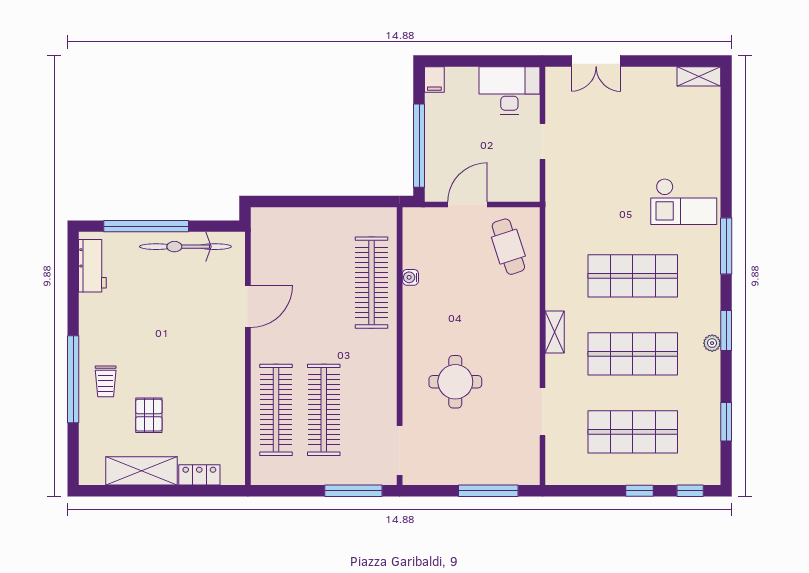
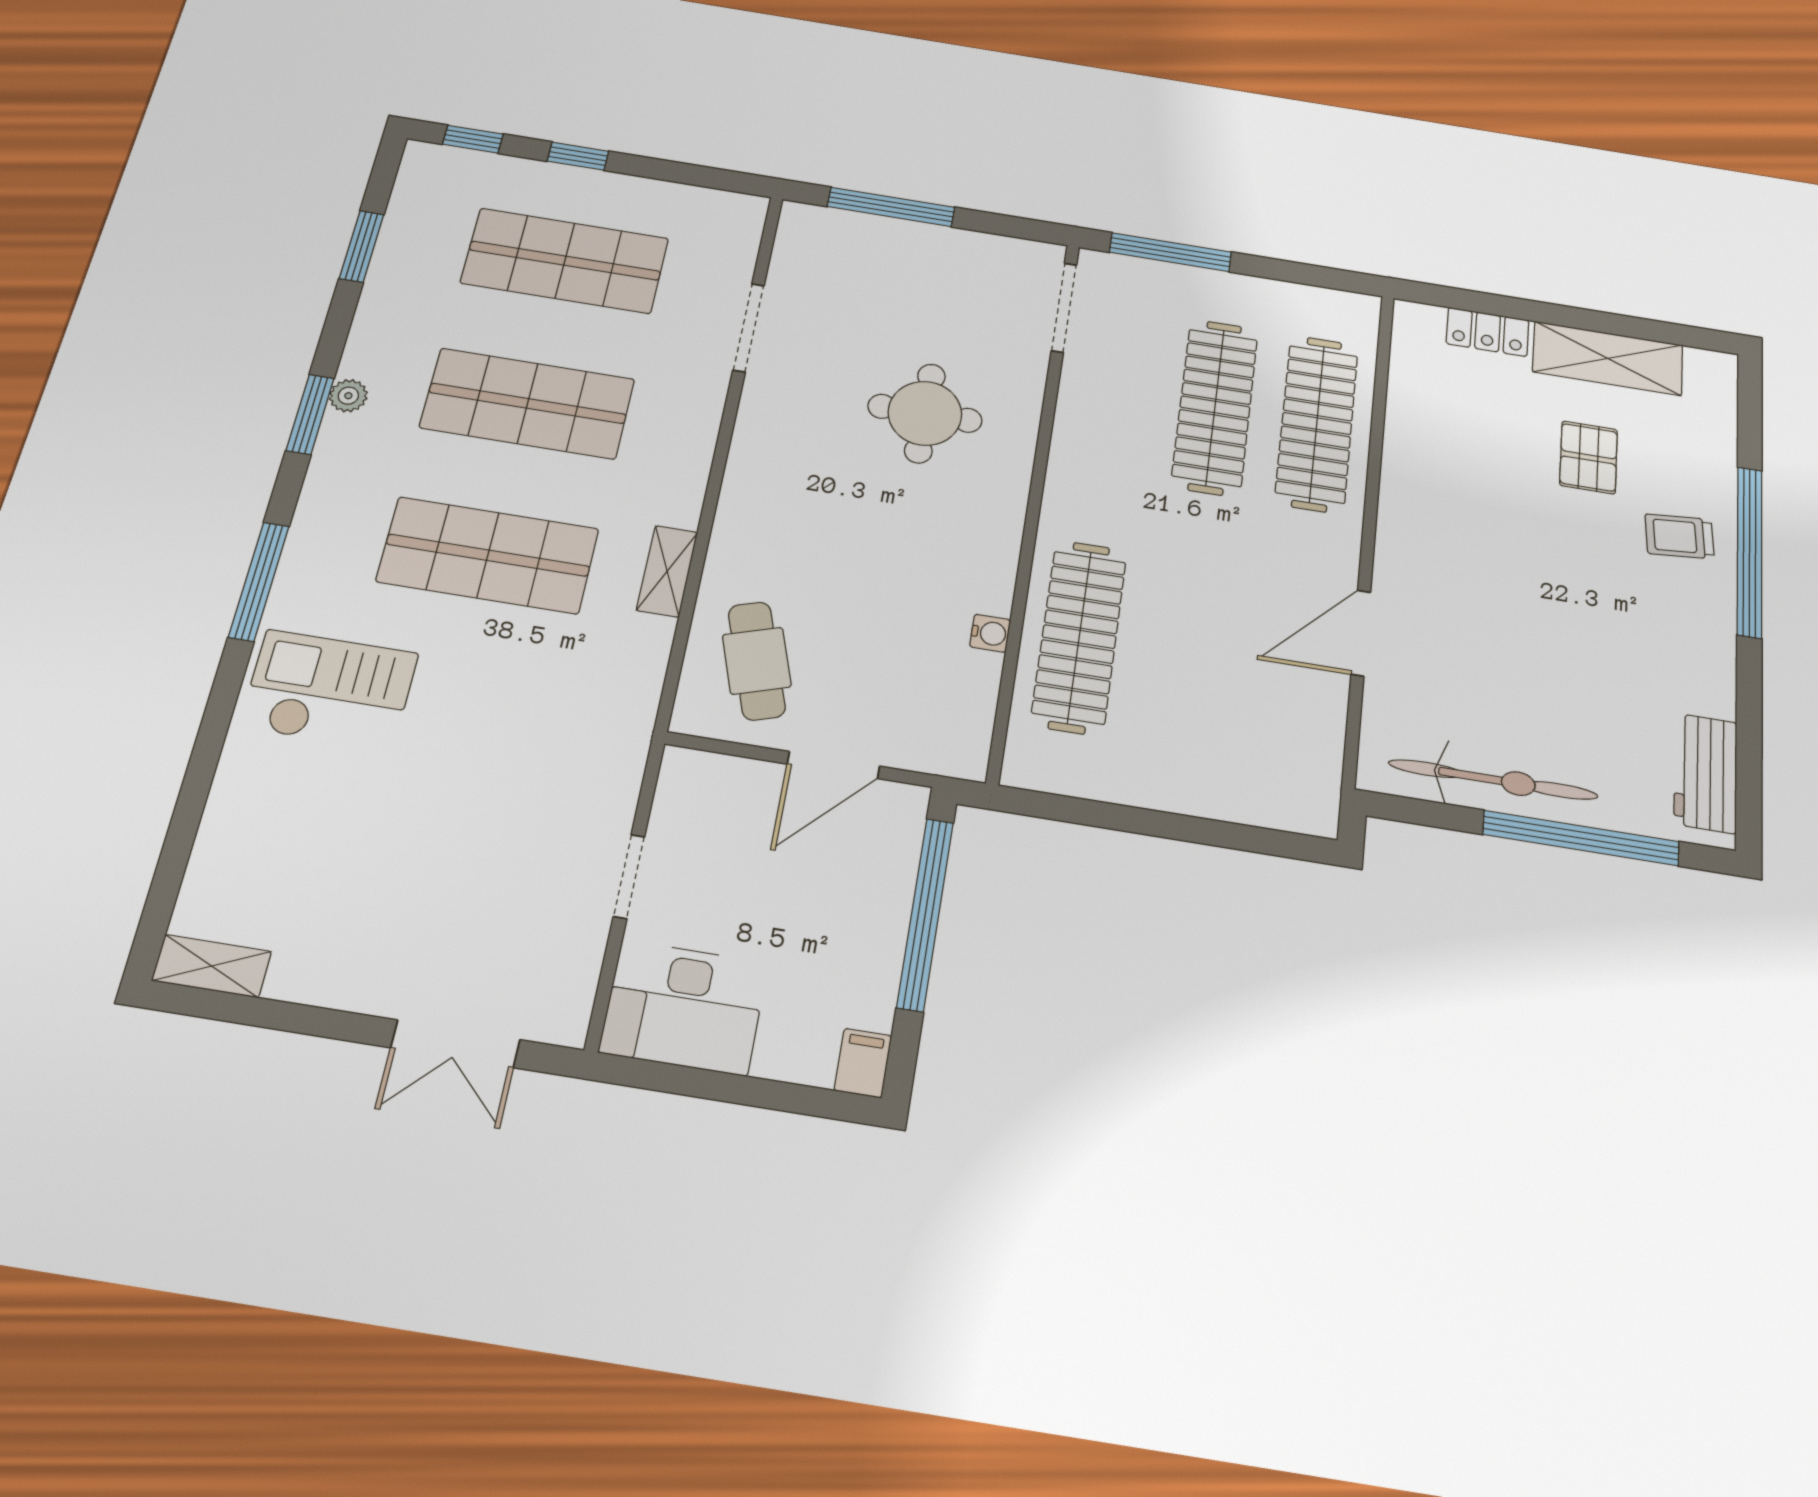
double door: (596, 61) -> (455, 1044), swing flipped
shelving: (555, 332) -> (667, 571), moved
trolley: (106, 381) -> (1680, 536), turned -95

